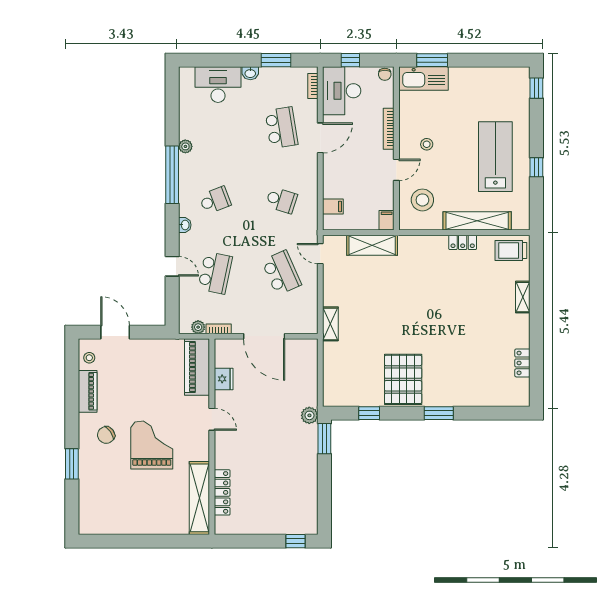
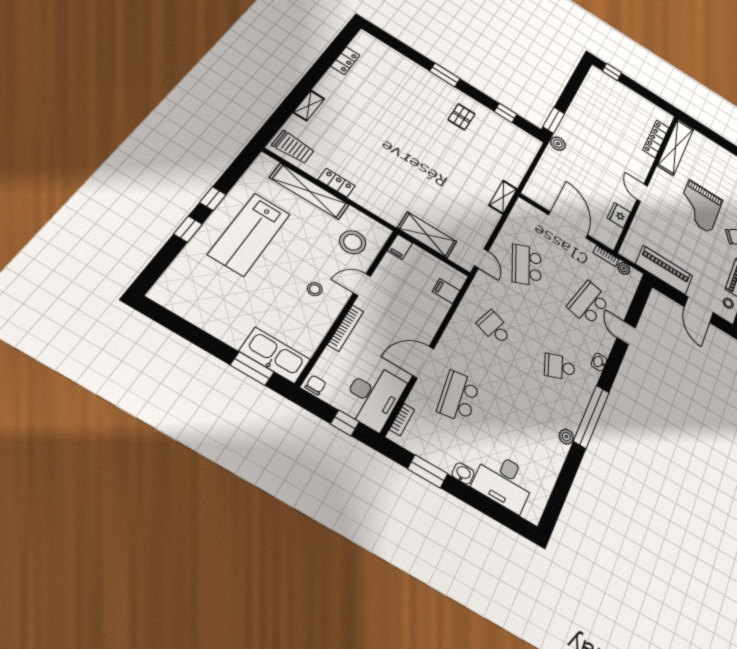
window: (536, 88) -> (188, 229), moved
piano: (197, 367) -> (664, 270), moved, turned -90
pallet: (403, 379) -> (462, 117), width x0.49, depth x0.50

